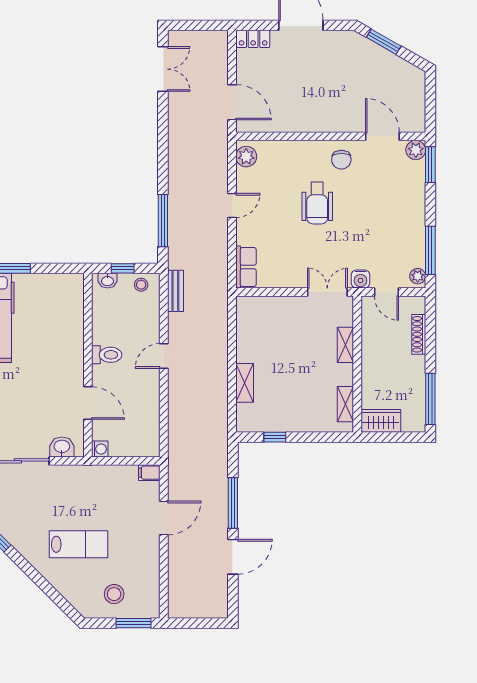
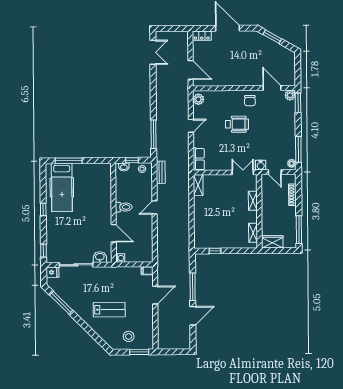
wheelchair: (317, 203) -> (237, 124), turned -90
shelving: (245, 383) -> (198, 185), moved

